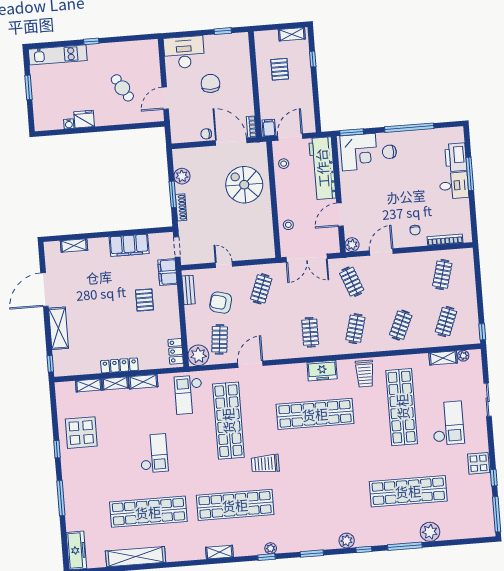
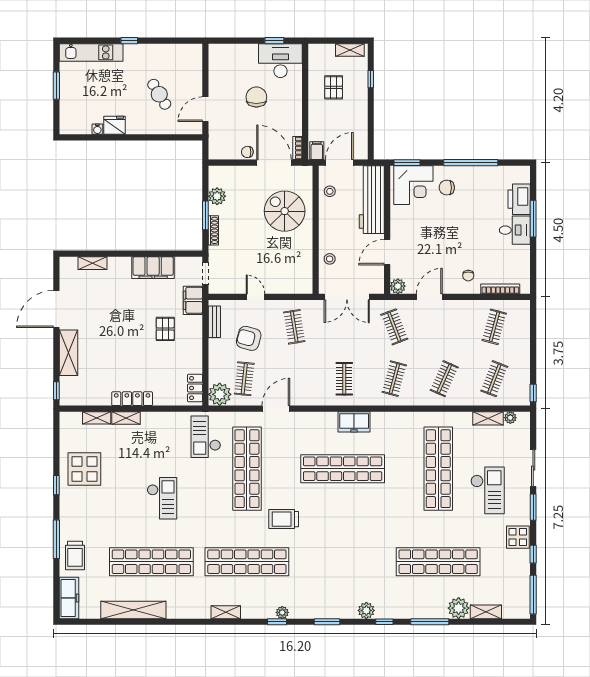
desk: (184, 52) -> (280, 61), moved
clothes rail: (261, 289) -> (294, 327), turned -30
trolley: (365, 374) -> (75, 555), moved
shelving: (143, 382) -> (486, 612), moved
window: (490, 435) -> (533, 507), added

